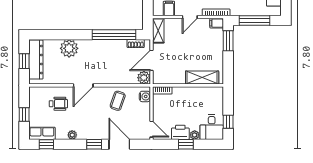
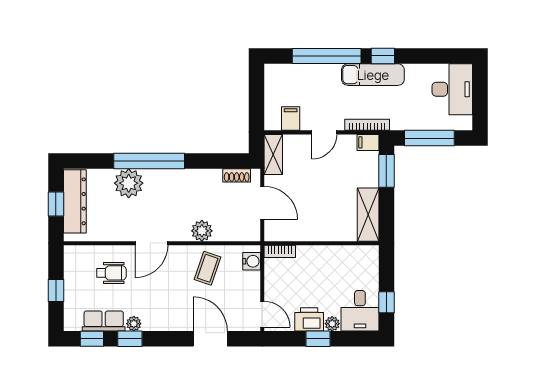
window: (114, 35) -> (149, 161), moved
door: (151, 60) -> (262, 203), swing flipped
plant: (144, 78) -> (202, 231), moved
shelving: (202, 78) -> (368, 215), moved, turned 90
row of seats: (42, 133) -> (104, 321), moved
window: (94, 144) -> (130, 339), moved

